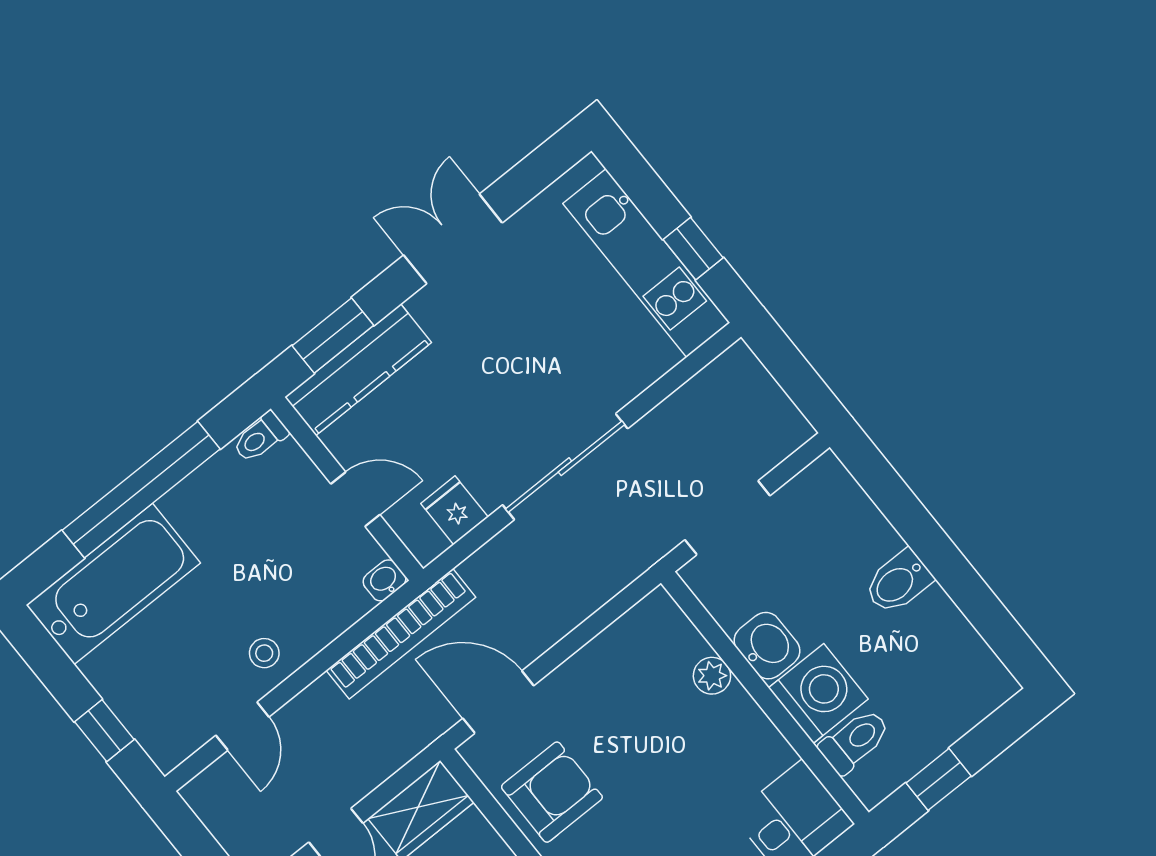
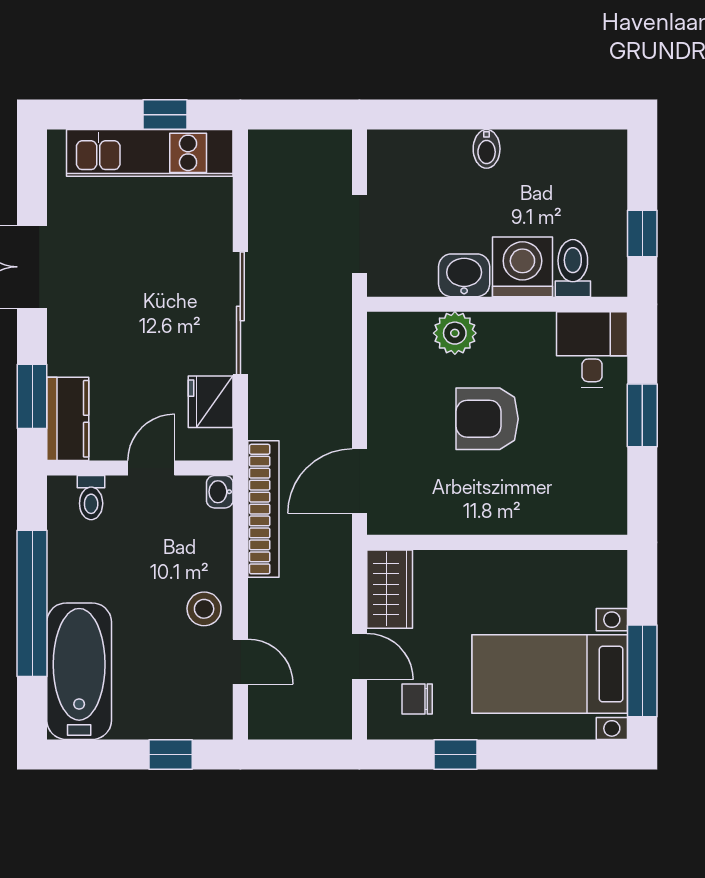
kitchen counter: (358, 370) -> (68, 419), width x0.67
toilet: (260, 437) -> (91, 498), moved
fridge: (454, 510) -> (211, 402), width x1.38
bidet: (898, 582) -> (487, 149), width x0.72, depth x0.74
stool: (264, 653) -> (204, 609), width x1.37, depth x1.37
plant: (712, 676) -> (455, 333), width x1.38, depth x1.38
armchair: (552, 792) -> (487, 419), moved, turned -90

